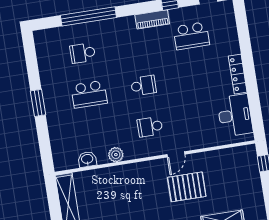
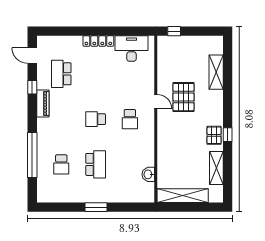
school desk: (191, 36) -> (61, 74), turned 180
school desk: (143, 86) -> (96, 119), turned -90
plant: (116, 155) -> (148, 150), removed

